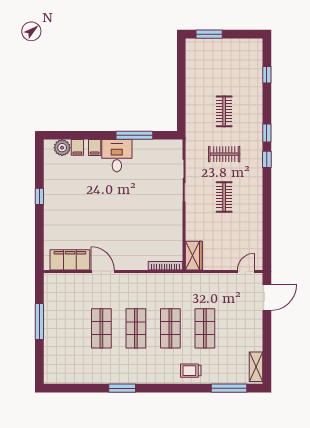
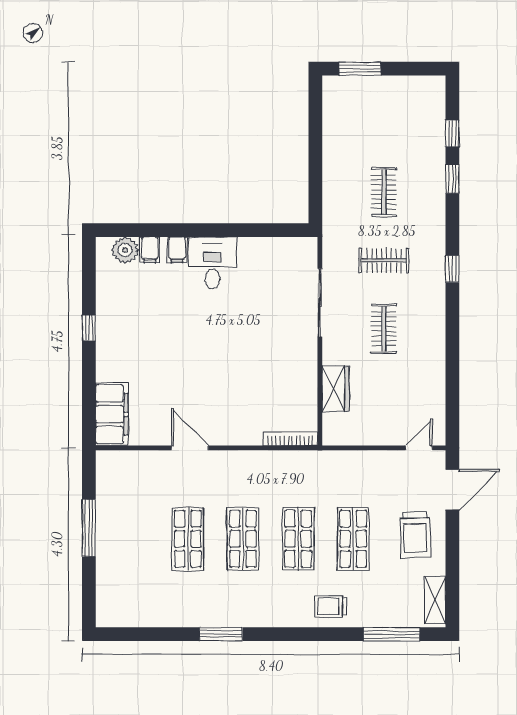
window: (267, 133) -> (452, 179), moved
window: (134, 135) -> (240, 230), removed
wardrobe: (194, 256) -> (336, 389), moved
filing cabinet: (70, 260) -> (112, 414), moved, turned 90
trolley: (244, 326) -> (415, 535), added

